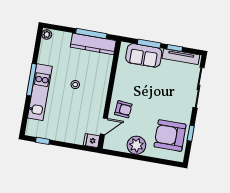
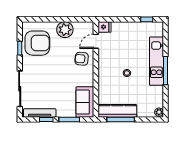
sofa: (144, 55) -> (85, 102), moved, turned -90

